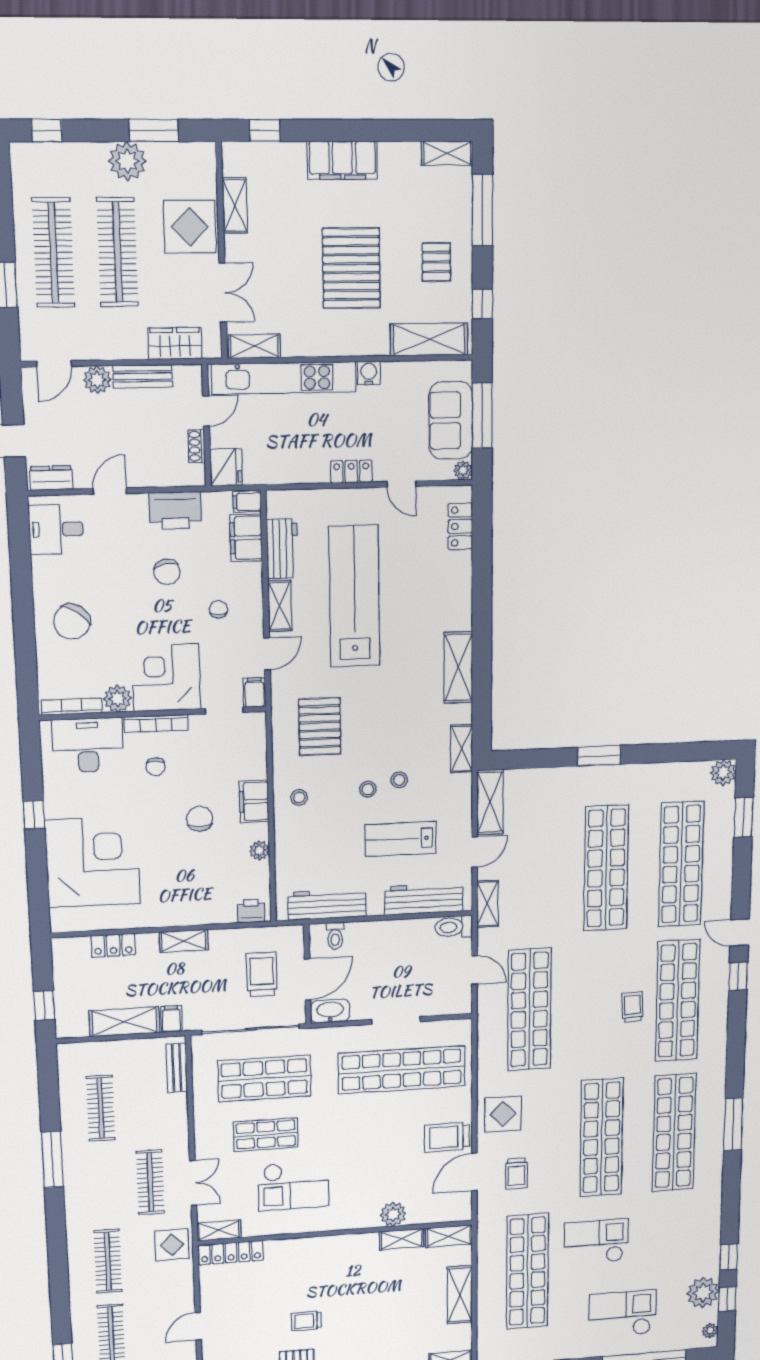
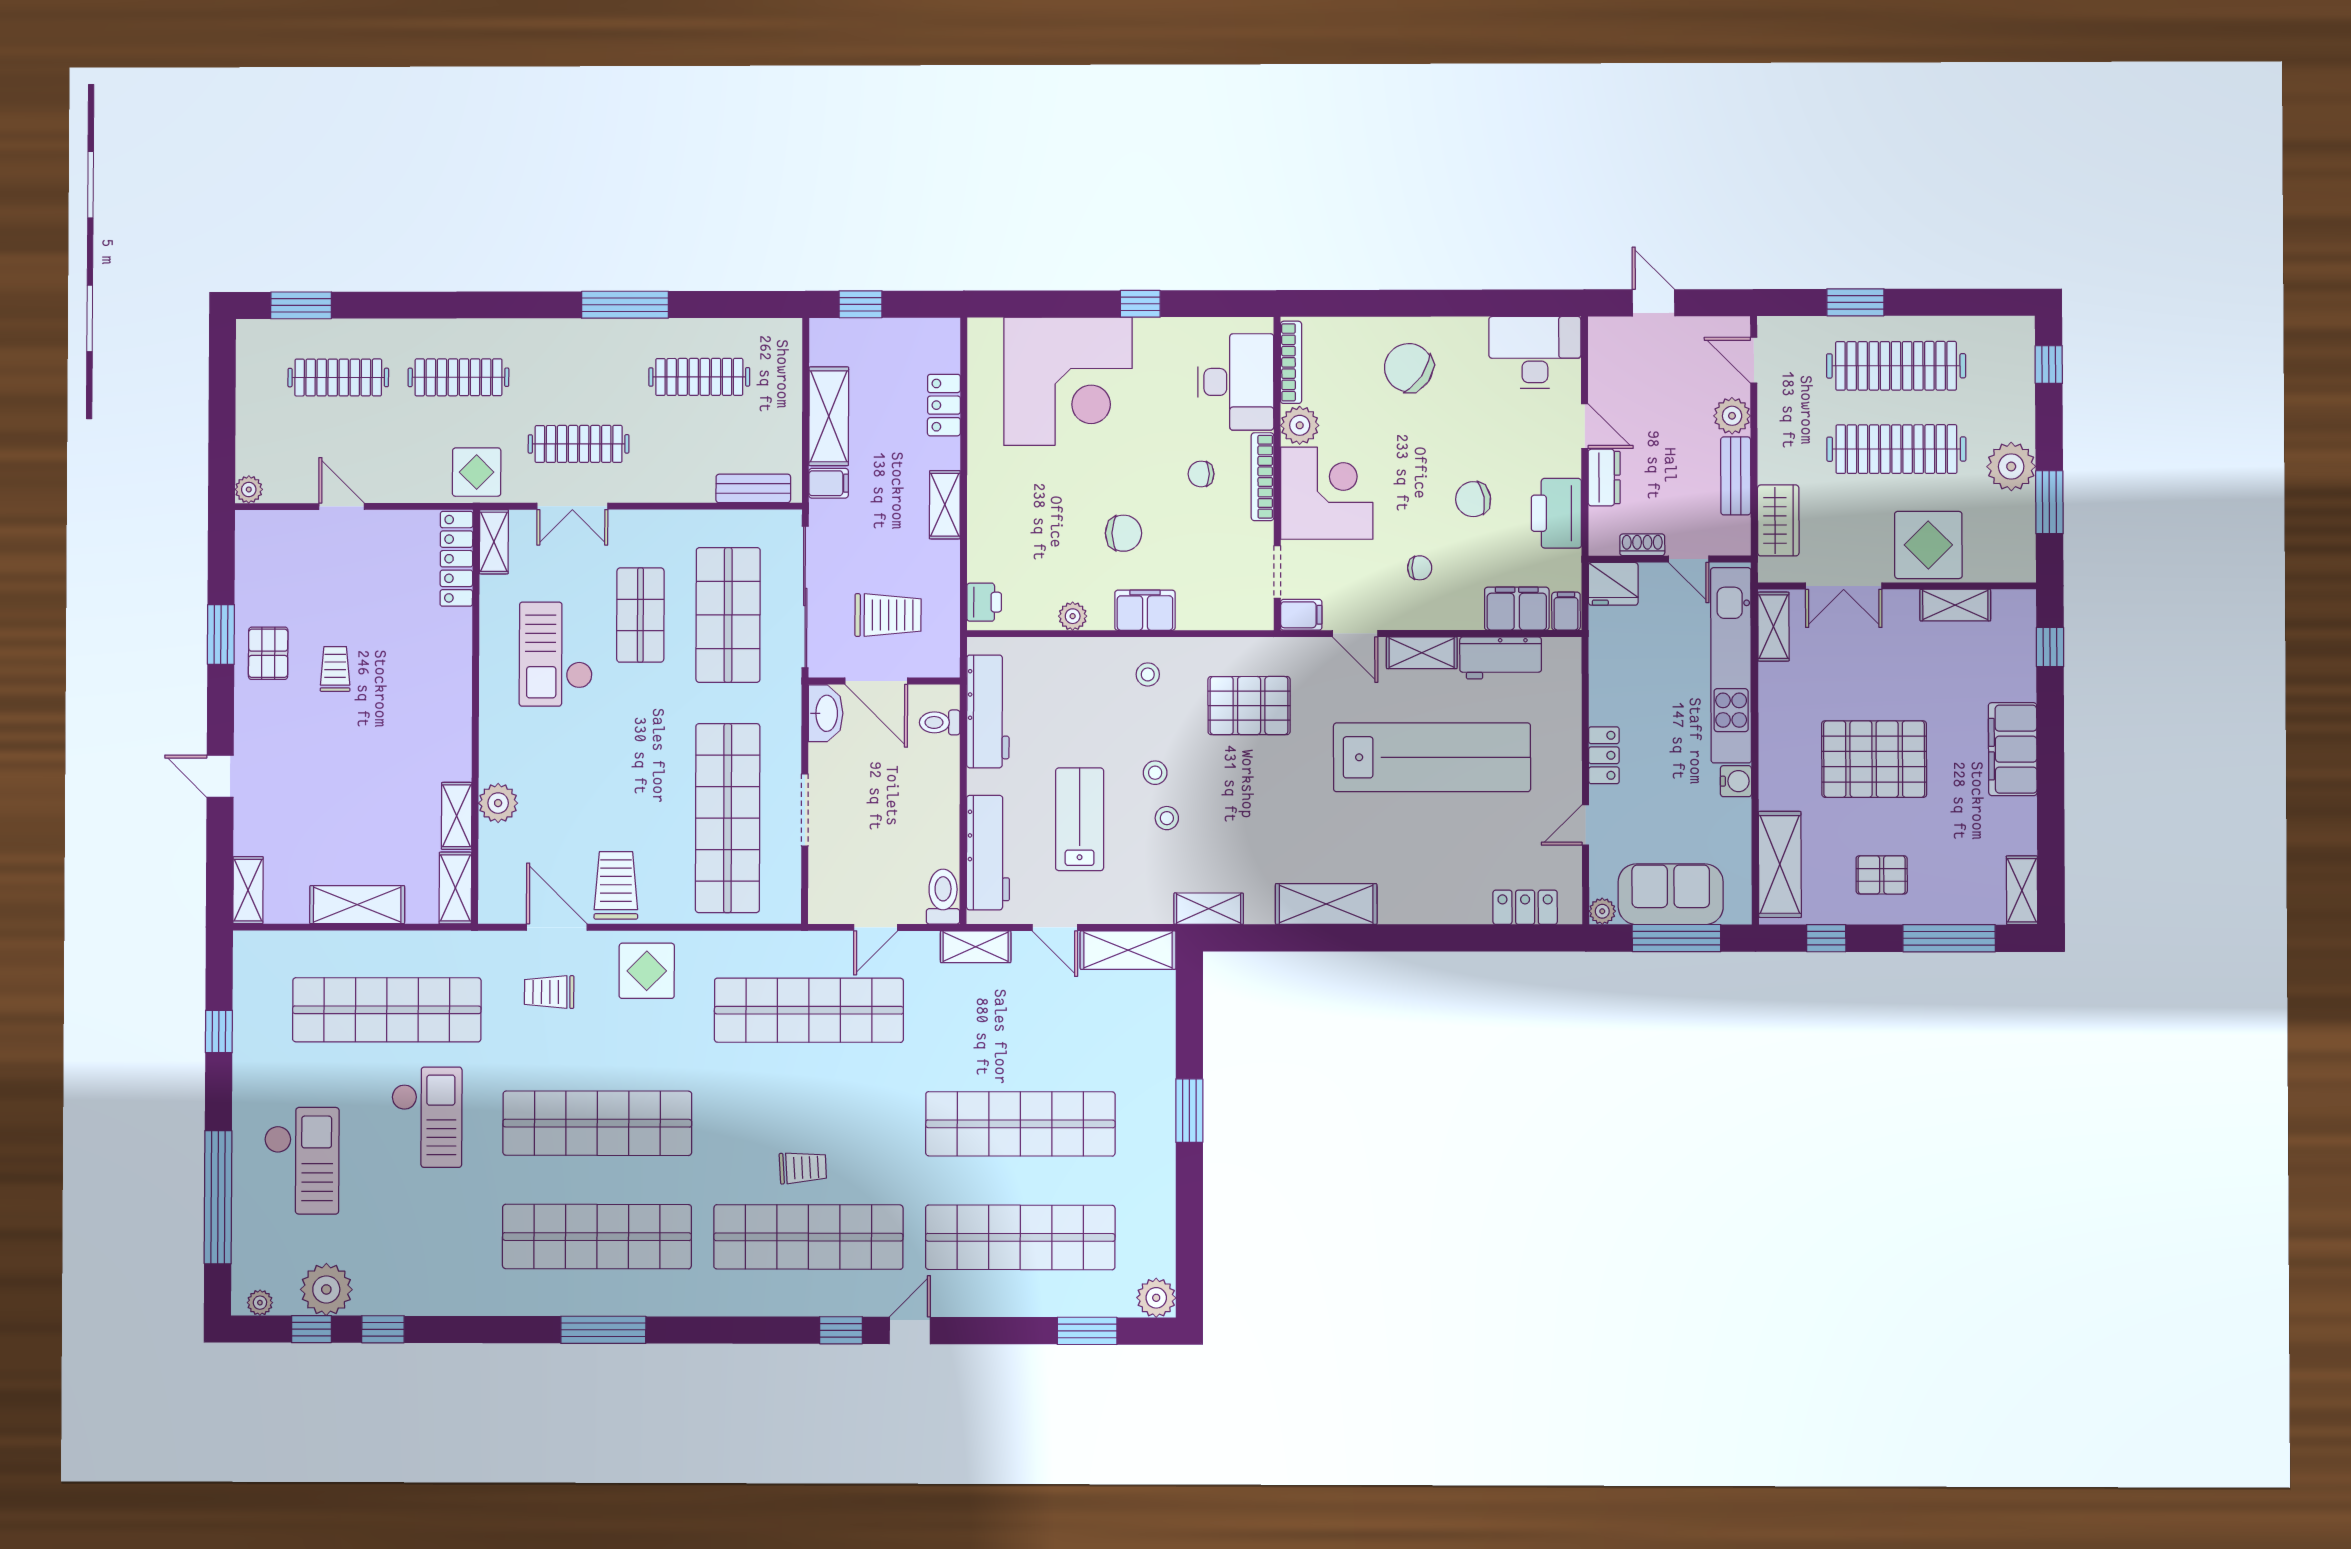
dresser: (51, 478) -> (1604, 478), moved
desk: (56, 529) -> (1535, 352), width x1.37

